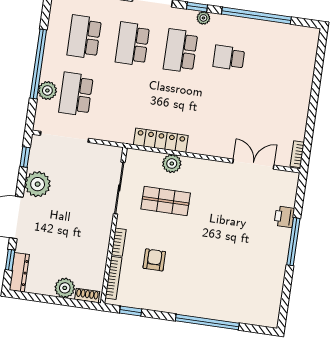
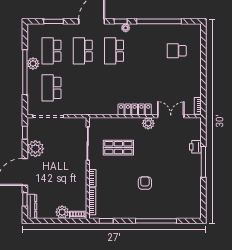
school desk: (229, 58) -> (177, 51), moved
plant: (47, 90) -> (33, 64), moved
locker: (161, 140) -> (135, 109), moved
plant: (172, 164) -> (148, 123), moved
armchair: (154, 260) -> (145, 183), moved

